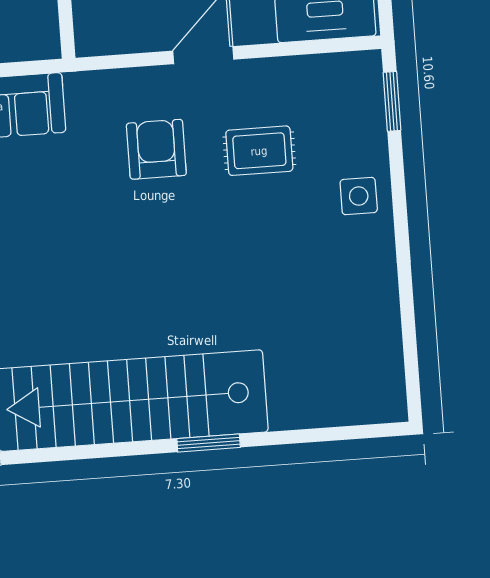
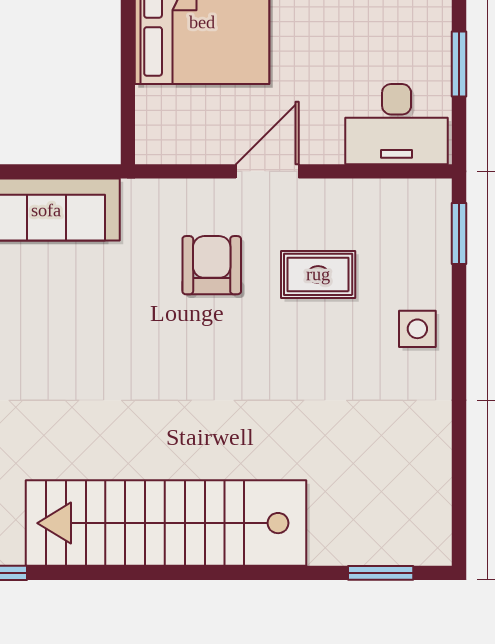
window: (209, 443) -> (381, 573), moved

